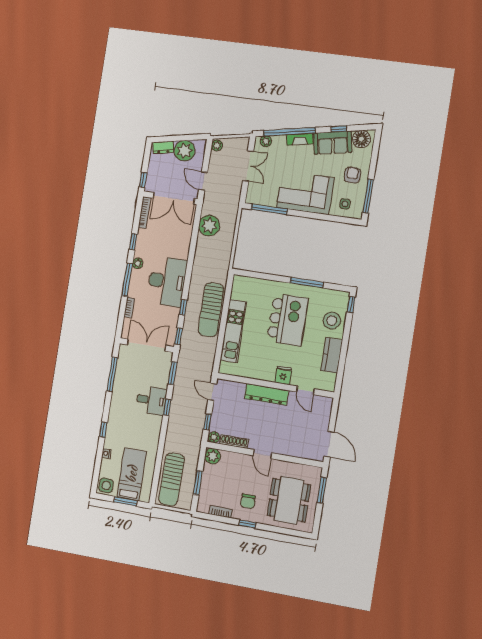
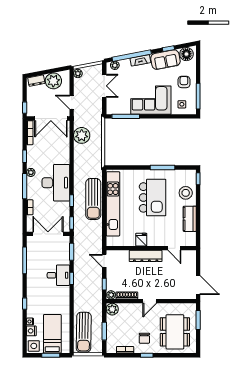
kitchen unit: (233, 331) -> (113, 204), width x1.36
fridge: (283, 375) -> (141, 240), moved
door: (263, 454) -> (150, 301), hinge flipped
nightstand: (106, 466) -> (31, 331), added

